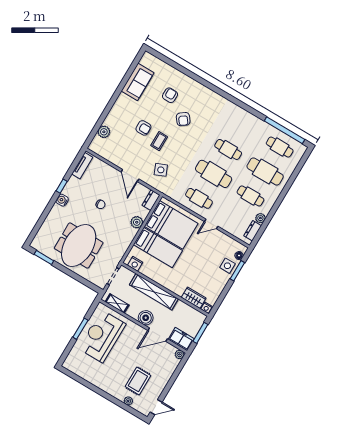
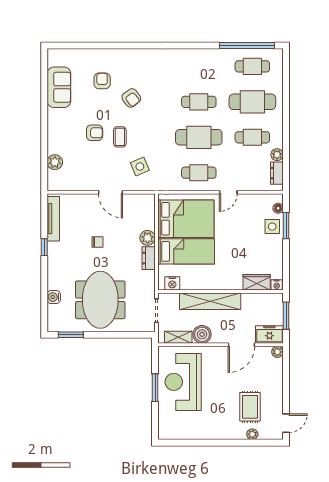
tv unit: (82, 166) -> (53, 219), width x1.41
water cooler: (62, 200) -> (54, 297), moved
dresser: (151, 200) -> (149, 258), moved
boiler: (146, 318) -> (202, 334), moved

